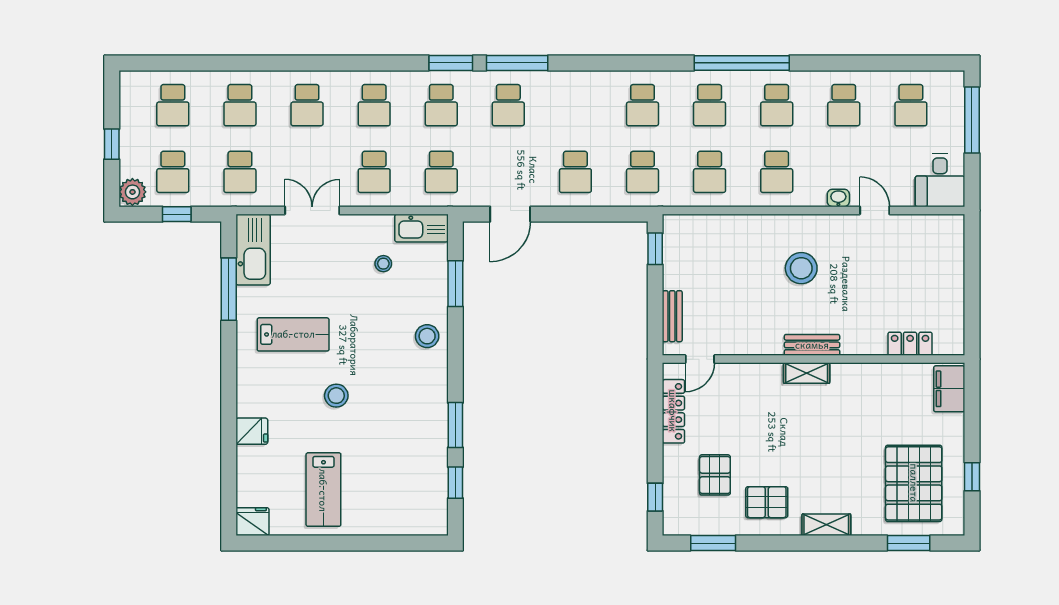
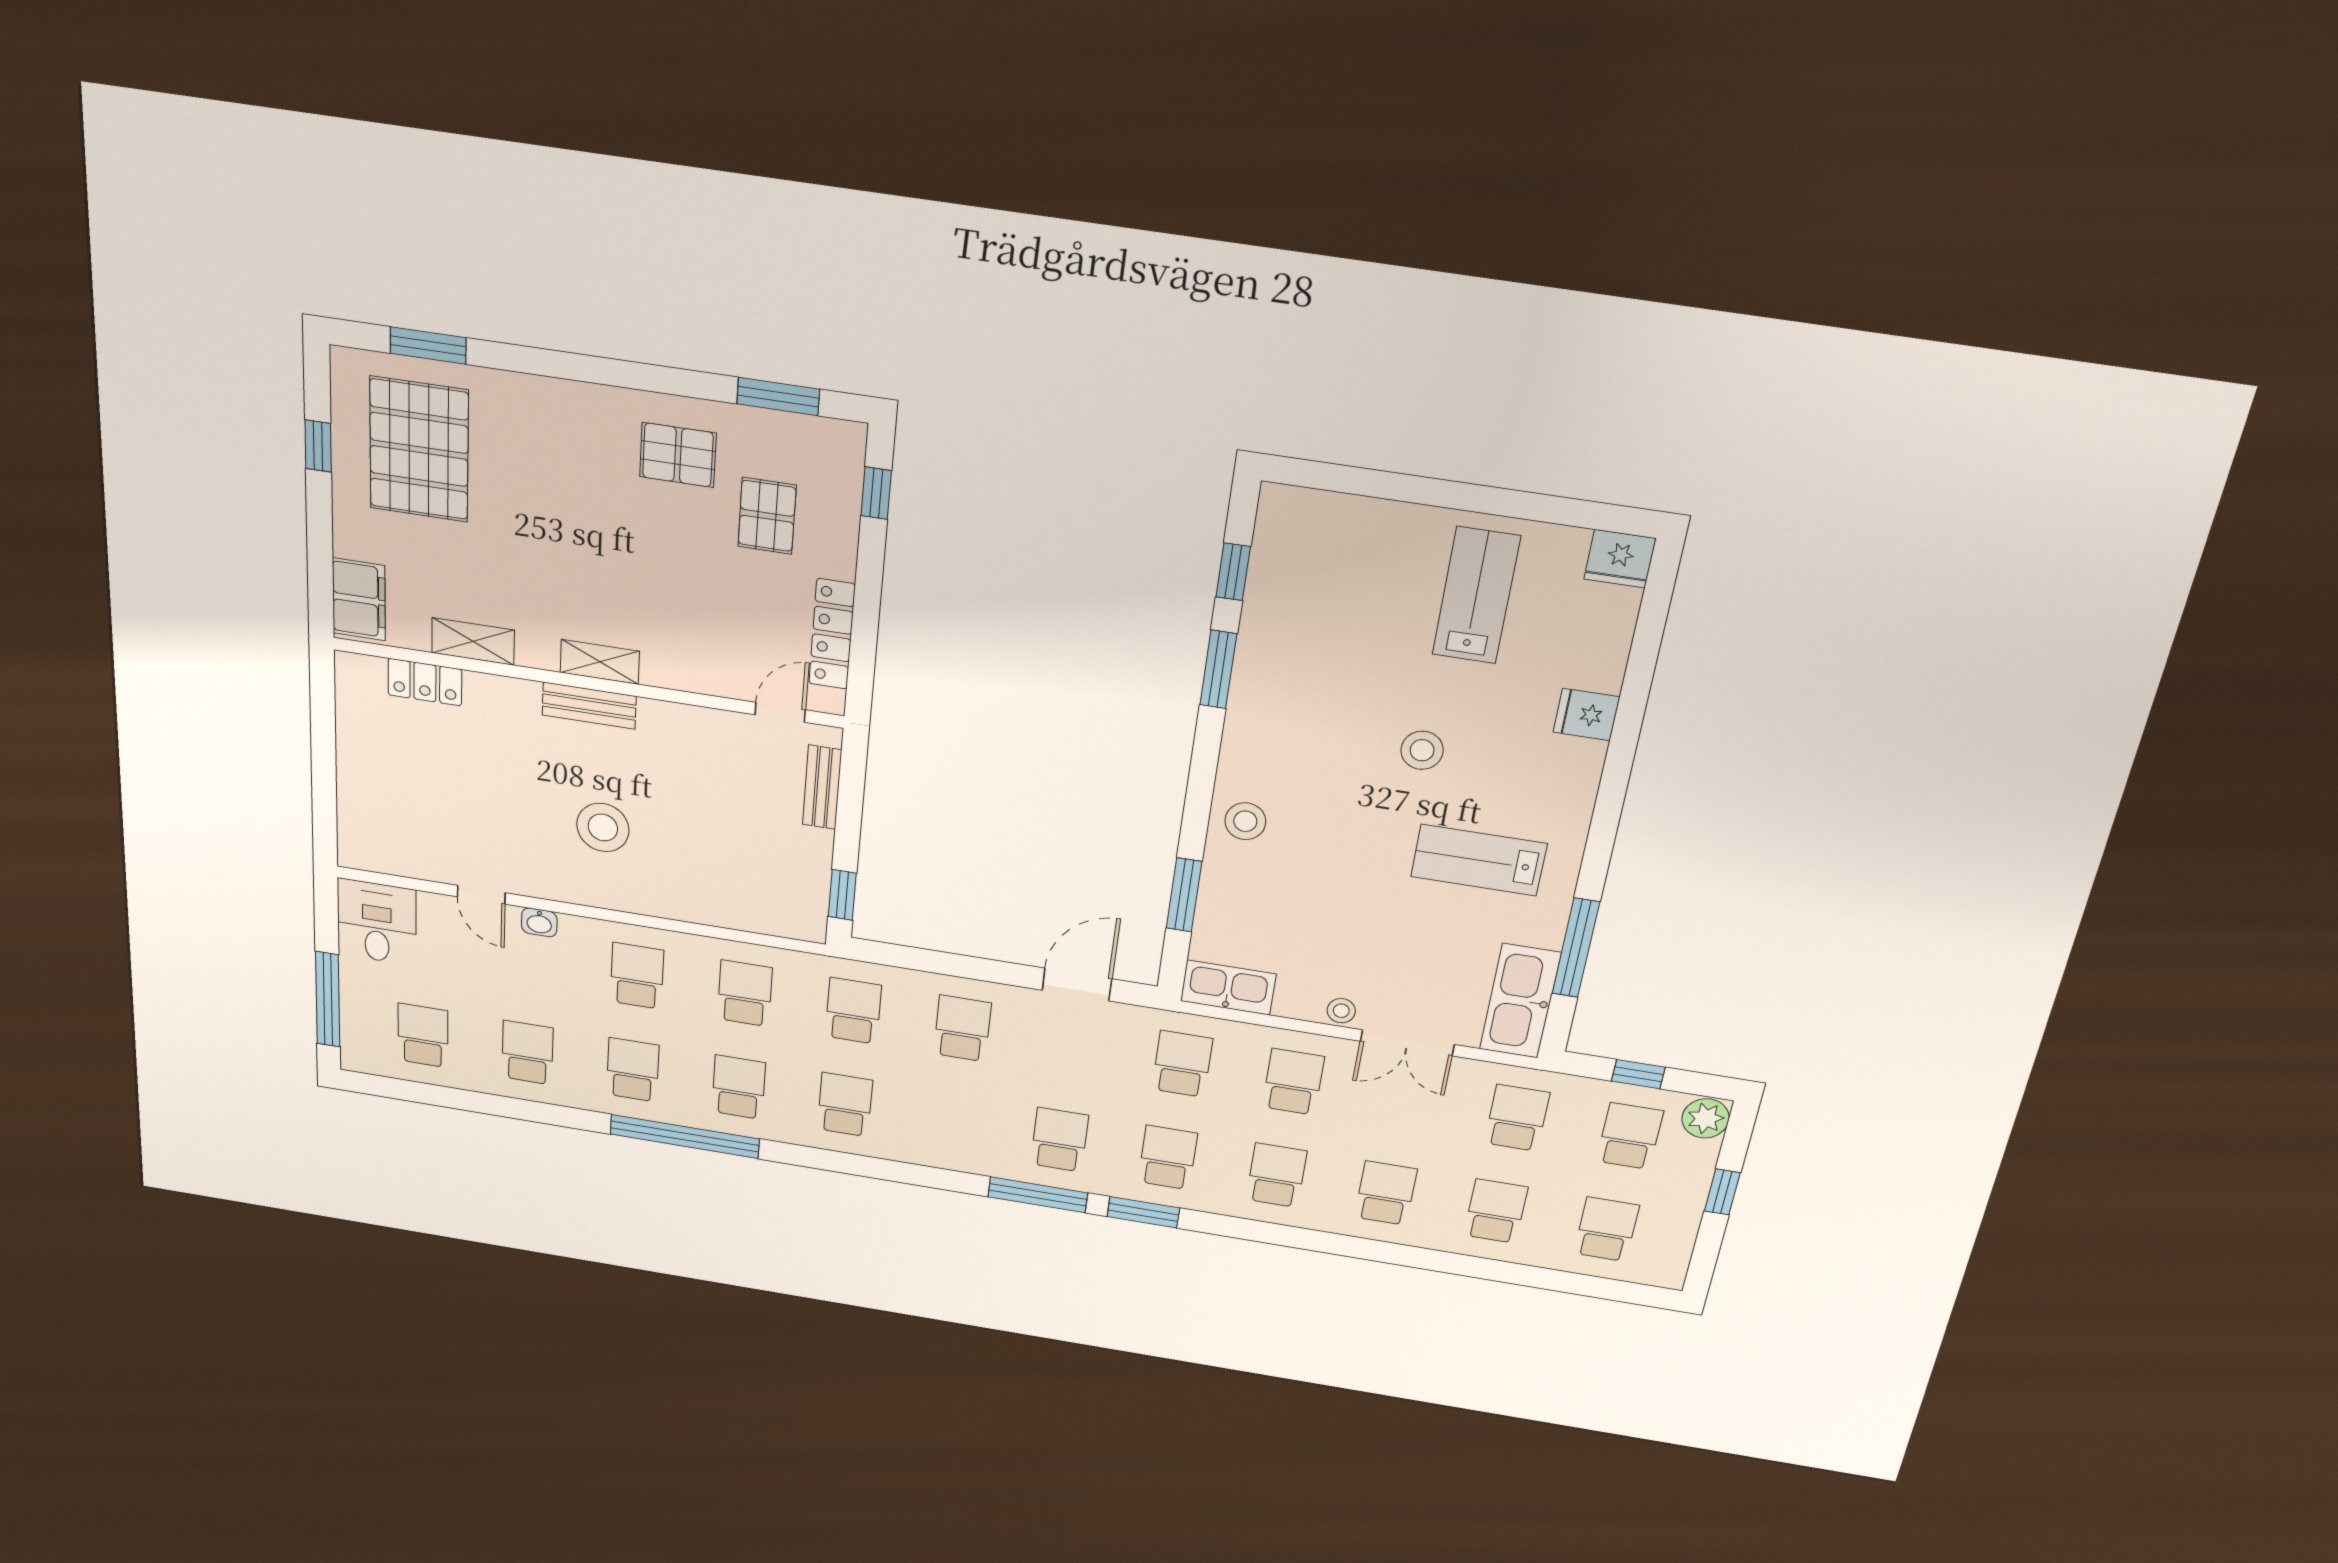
stool: (383, 264) -> (1341, 1011), moved
shelving: (826, 525) -> (473, 641), moved

